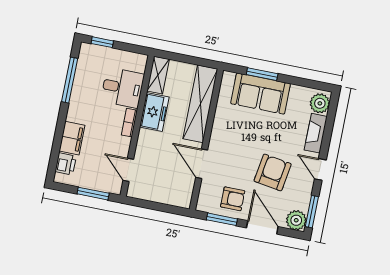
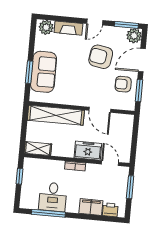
window: (102, 42) -> (19, 176), moved
desk: (122, 88) -> (53, 197), moved, turned 180
freezer: (154, 112) -> (88, 151), moved
door: (202, 164) -> (100, 110), hinge flipped
door: (128, 170) -> (110, 163), swing flipped
armchair: (233, 199) -> (123, 84), turned -90

